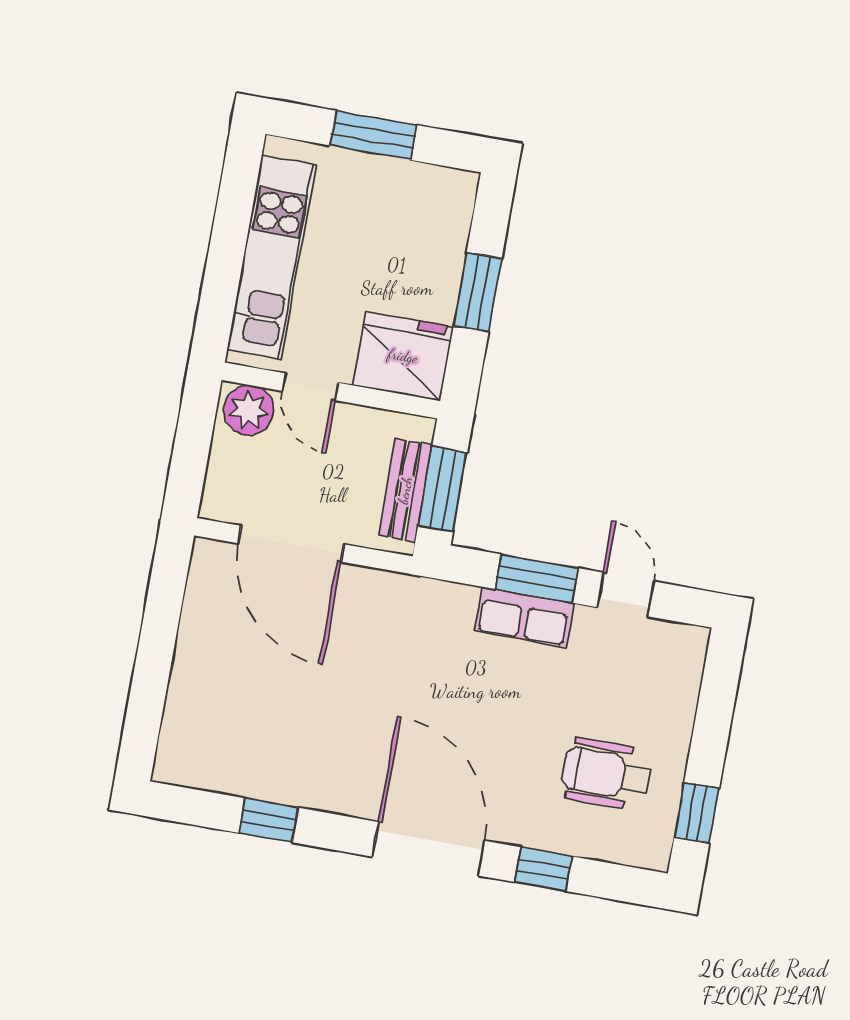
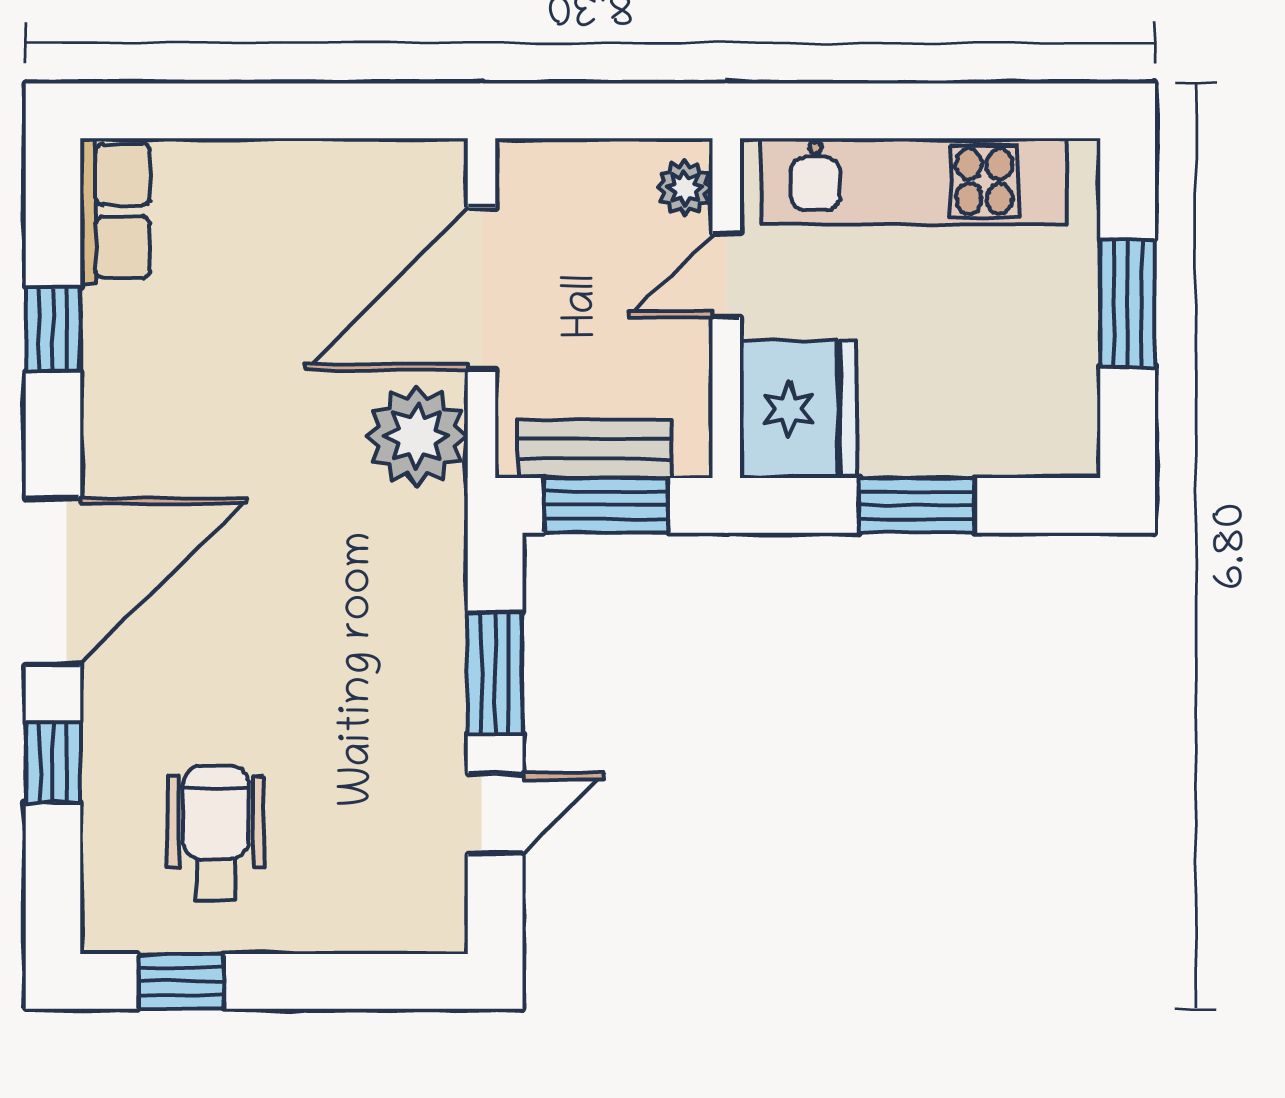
plant: (249, 410) -> (685, 188), width x0.73, depth x0.73
plant: (377, 601) -> (417, 436), added
row of seats: (524, 617) -> (115, 211), moved, turned 180

